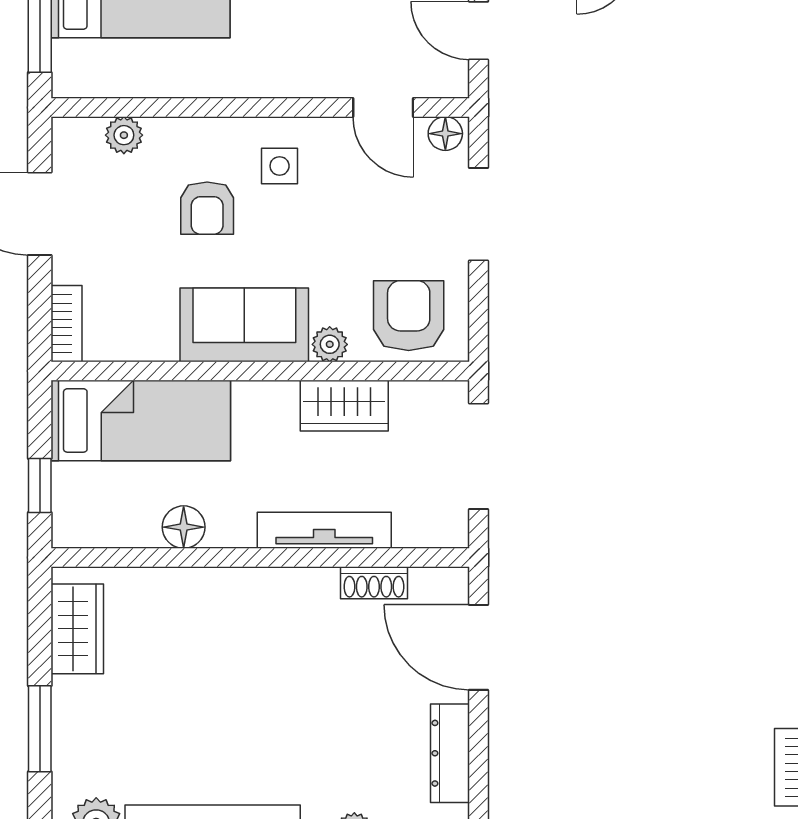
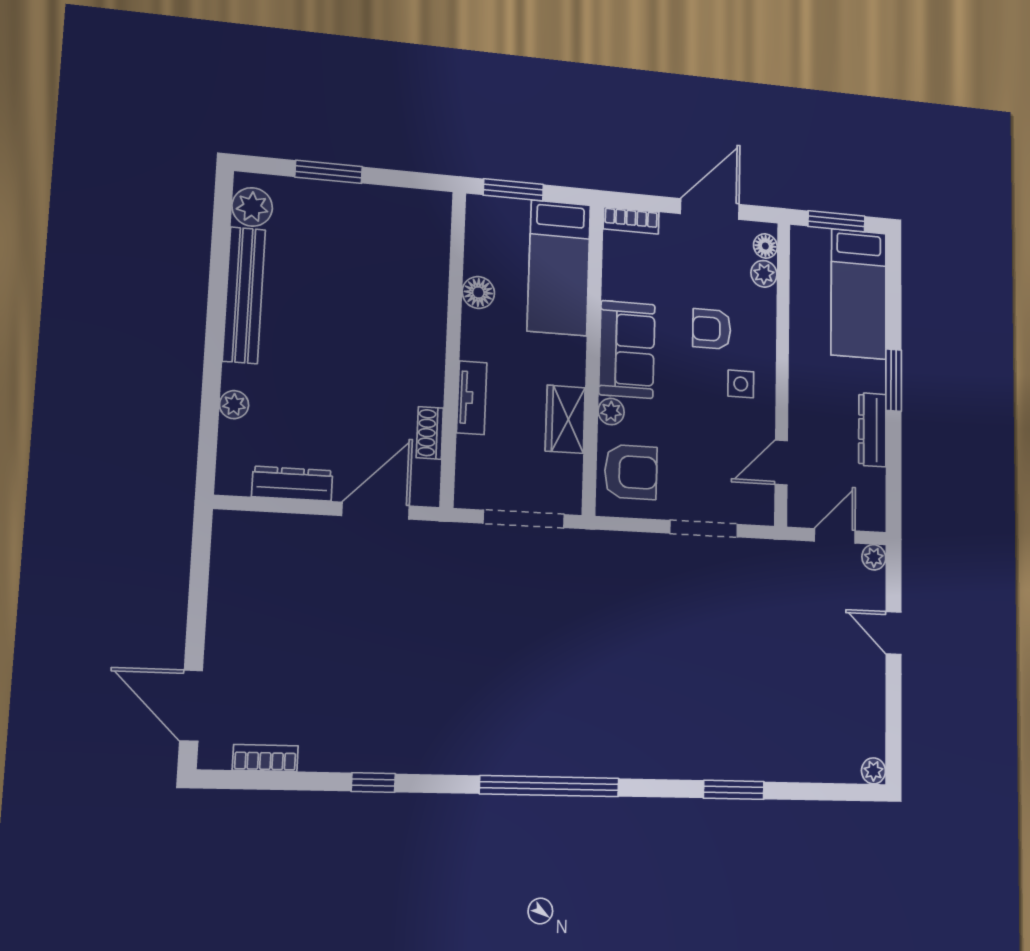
floor lamp: (445, 134) -> (765, 246), moved
window: (40, 486) -> (513, 190), width x1.50
tv unit: (324, 530) -> (472, 398), width x0.71
wardrobe: (77, 629) -> (404, 207), removed

